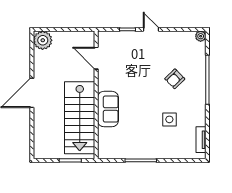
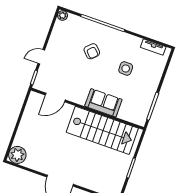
door: (96, 58) -> (55, 97), moved
wall: (96, 95) -> (87, 109), moved
sofa: (108, 109) -> (103, 103), moved
stairs: (80, 118) -> (102, 130), moved

